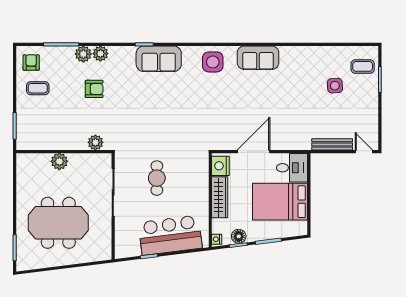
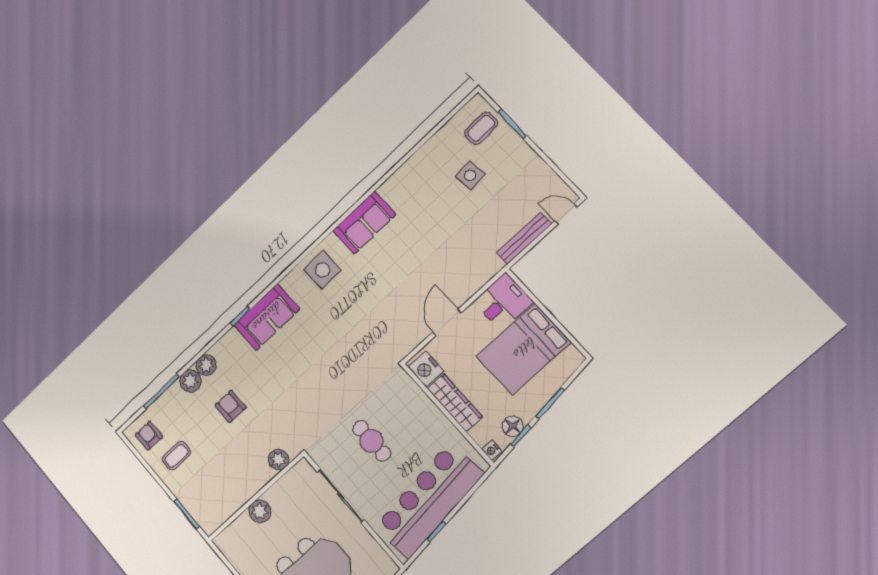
armchair: (94, 89) -> (230, 406), turned -90
door: (254, 152) -> (447, 322), width x0.73
bar counter: (170, 235) -> (429, 501), width x1.36

